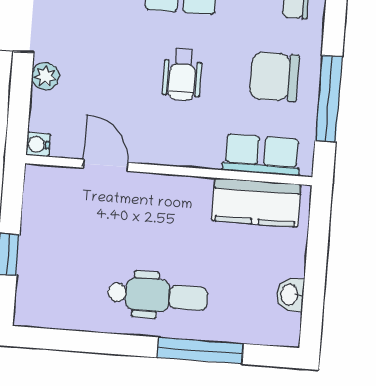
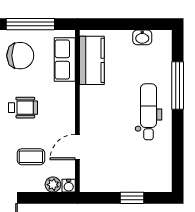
plant: (45, 76) -> (53, 185), moved
chair: (274, 77) -> (20, 56), turned -90
coffee table: (94, 82) -> (31, 157), added

